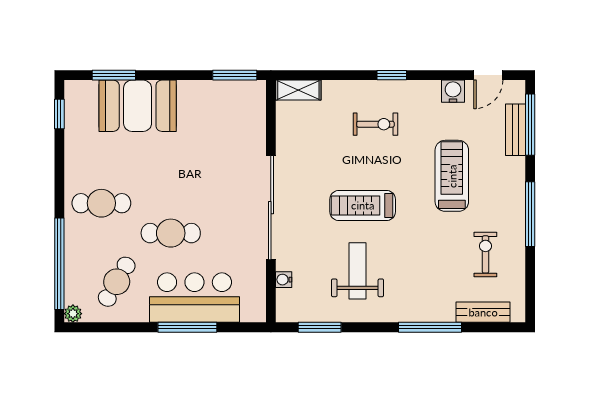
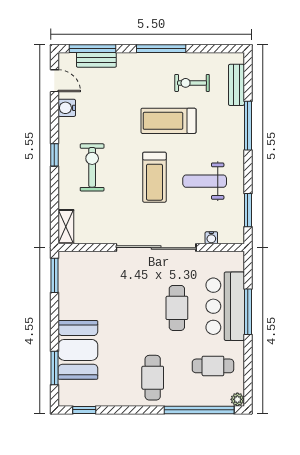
exercise bike: (375, 124) -> (92, 167), width x1.38, depth x1.39
treadmill: (452, 176) -> (168, 121), moved
cafe table: (171, 233) -> (177, 308), moved
cafe table: (117, 282) -> (213, 366), turned -30

